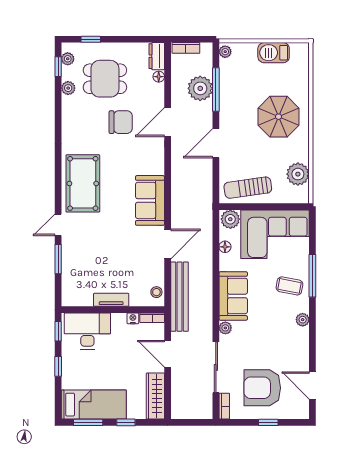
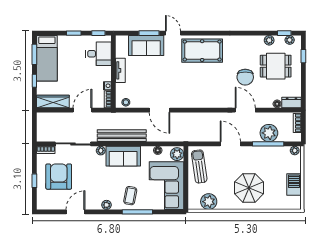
dining table: (105, 79) -> (276, 66), turned 90
sofa: (150, 200) -> (146, 46), moved, turned 180
bench: (179, 297) -> (122, 136), moved
desk: (87, 331) -> (99, 54), width x0.73
door: (312, 386) -> (76, 212), moved

